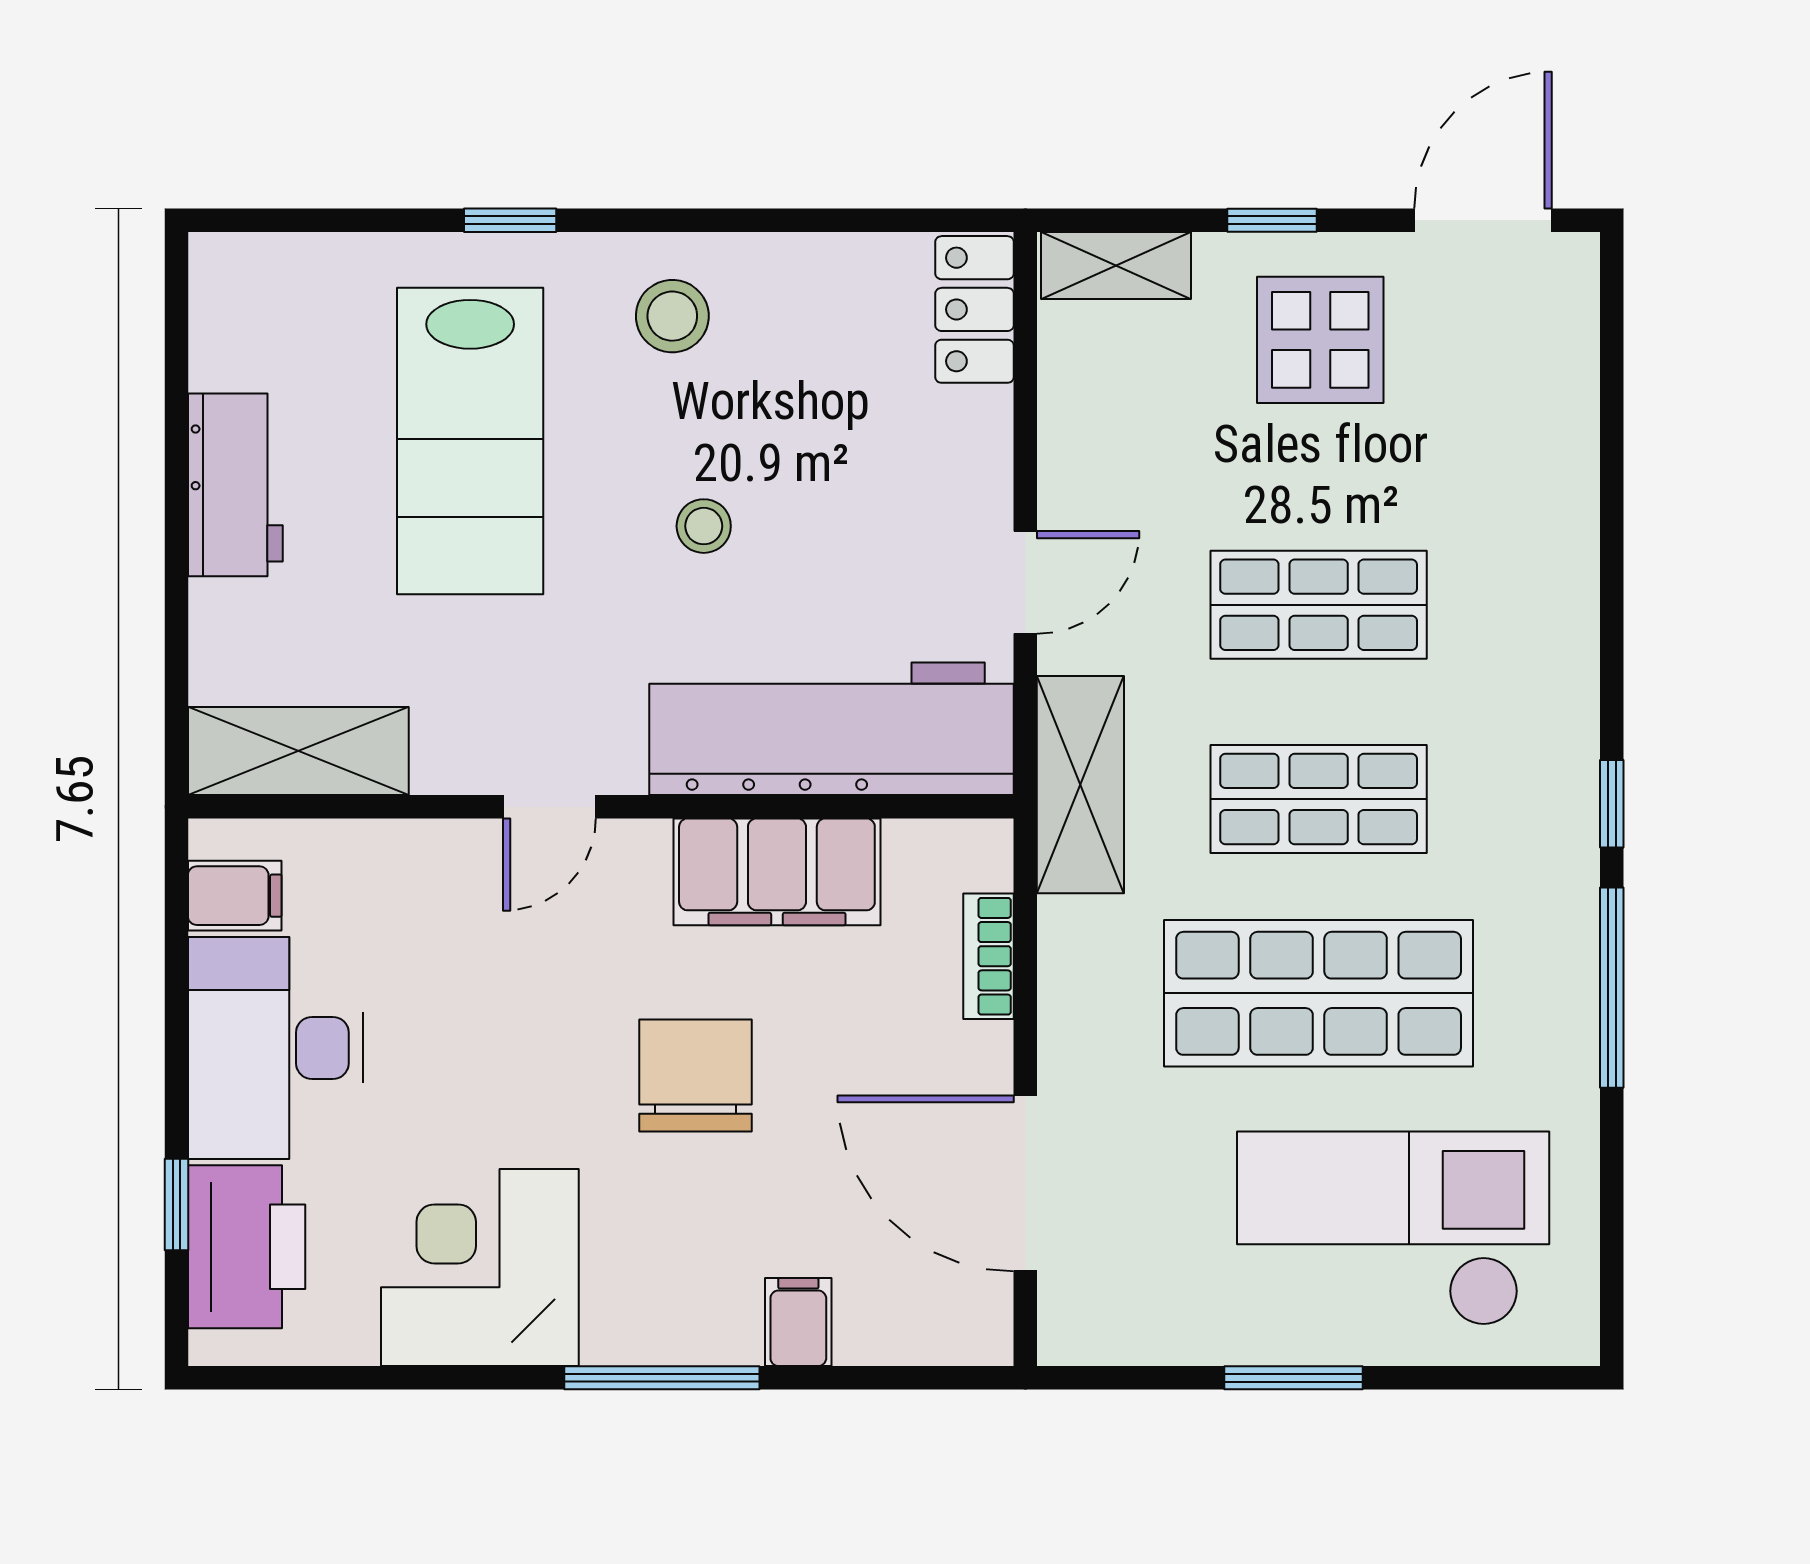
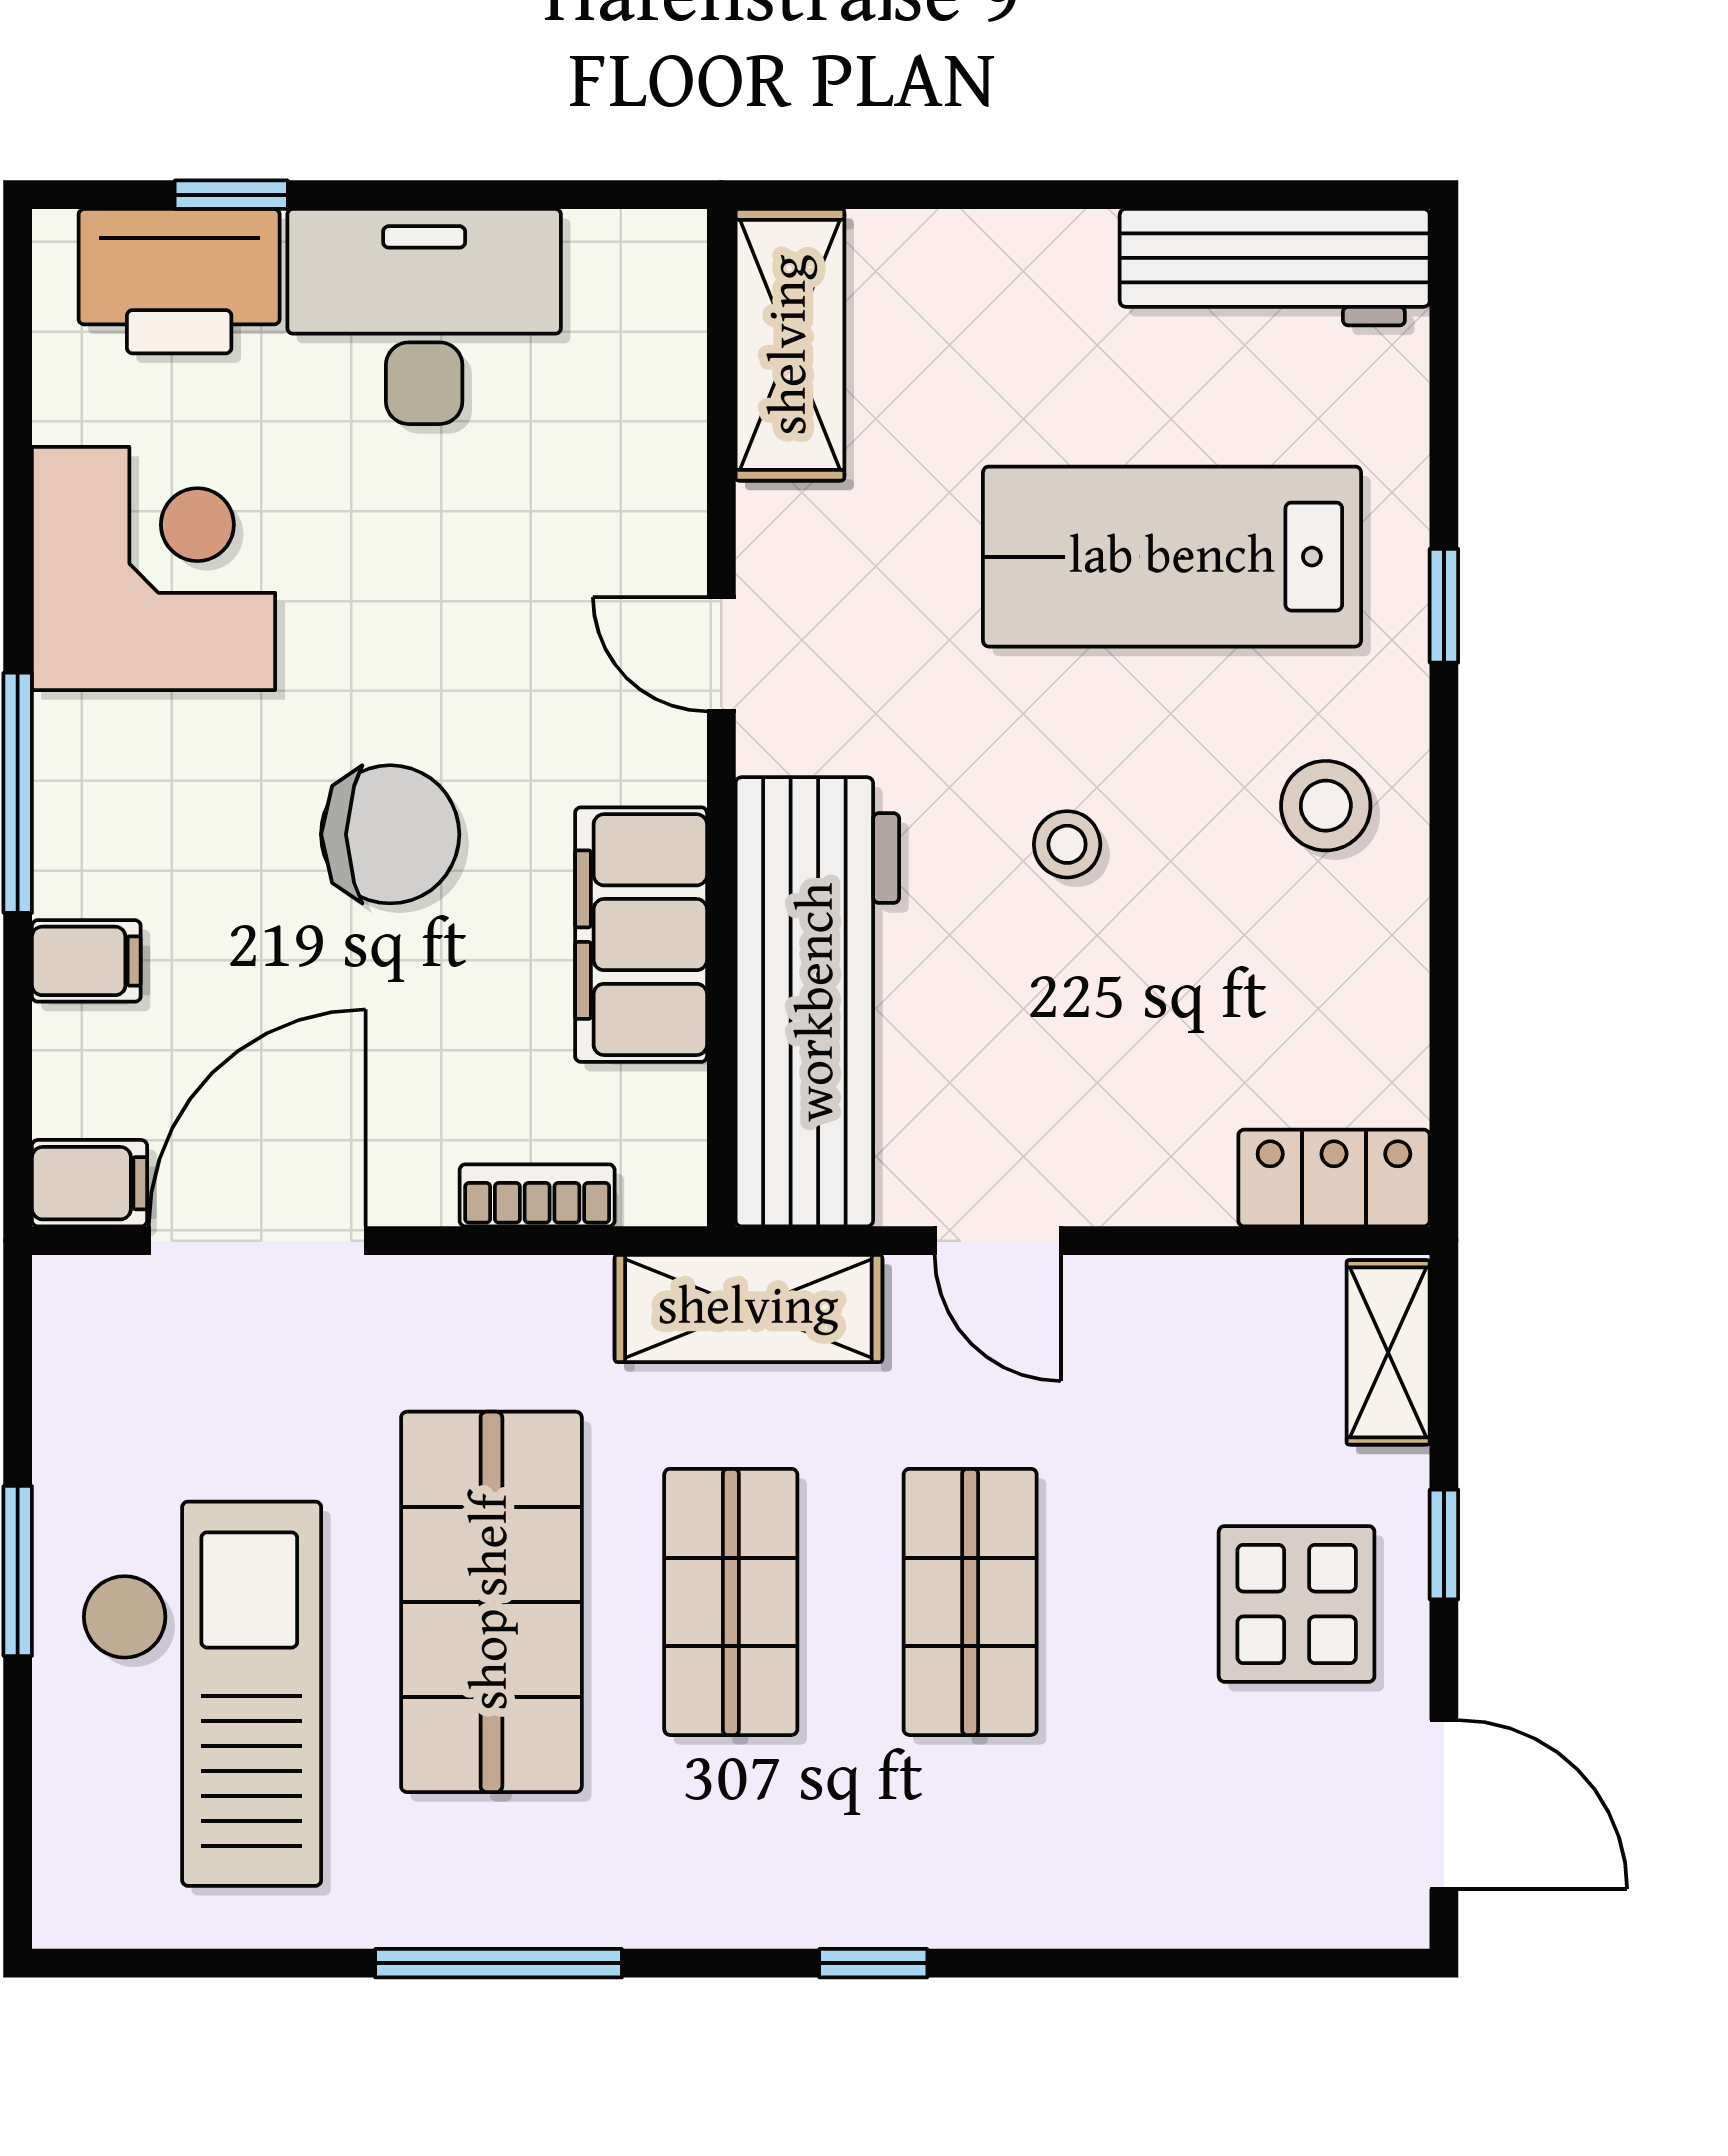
workbench: (235, 485) -> (1275, 267), moved, width x1.37
window: (1612, 804) -> (873, 1963), moved
filing cabinet: (235, 896) -> (90, 1183), moved, turned -90

